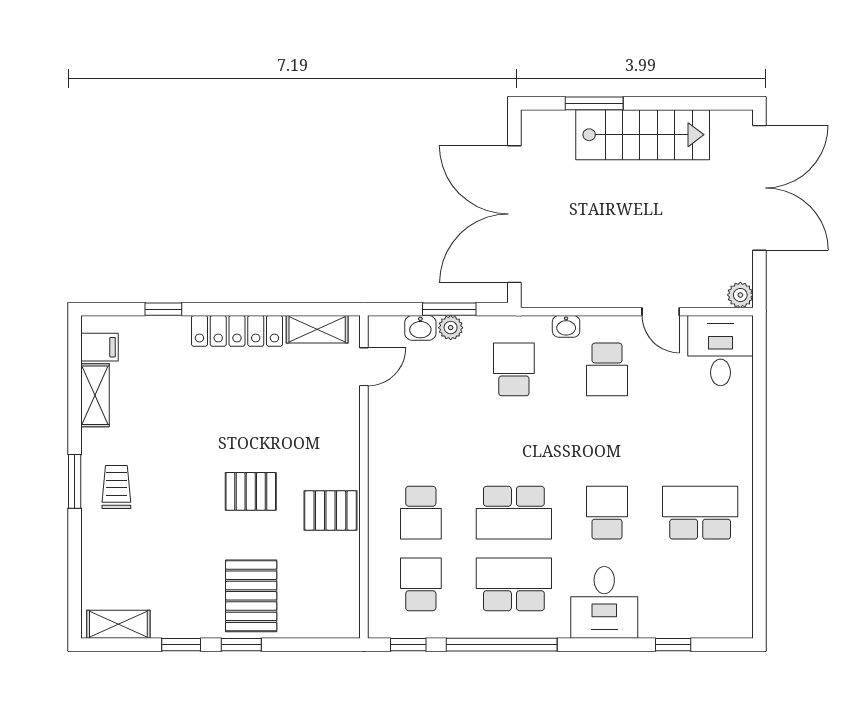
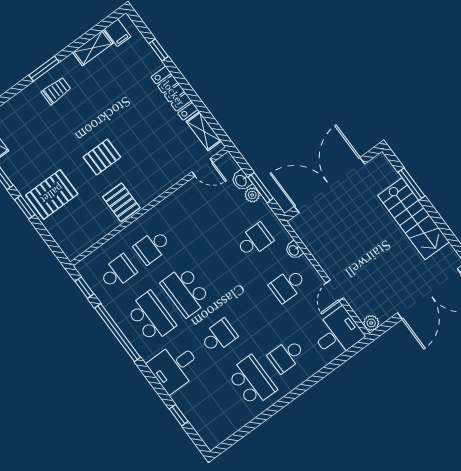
school desk: (700, 441) -> (286, 356), added
pallet: (251, 491) -> (102, 157), turned 90

